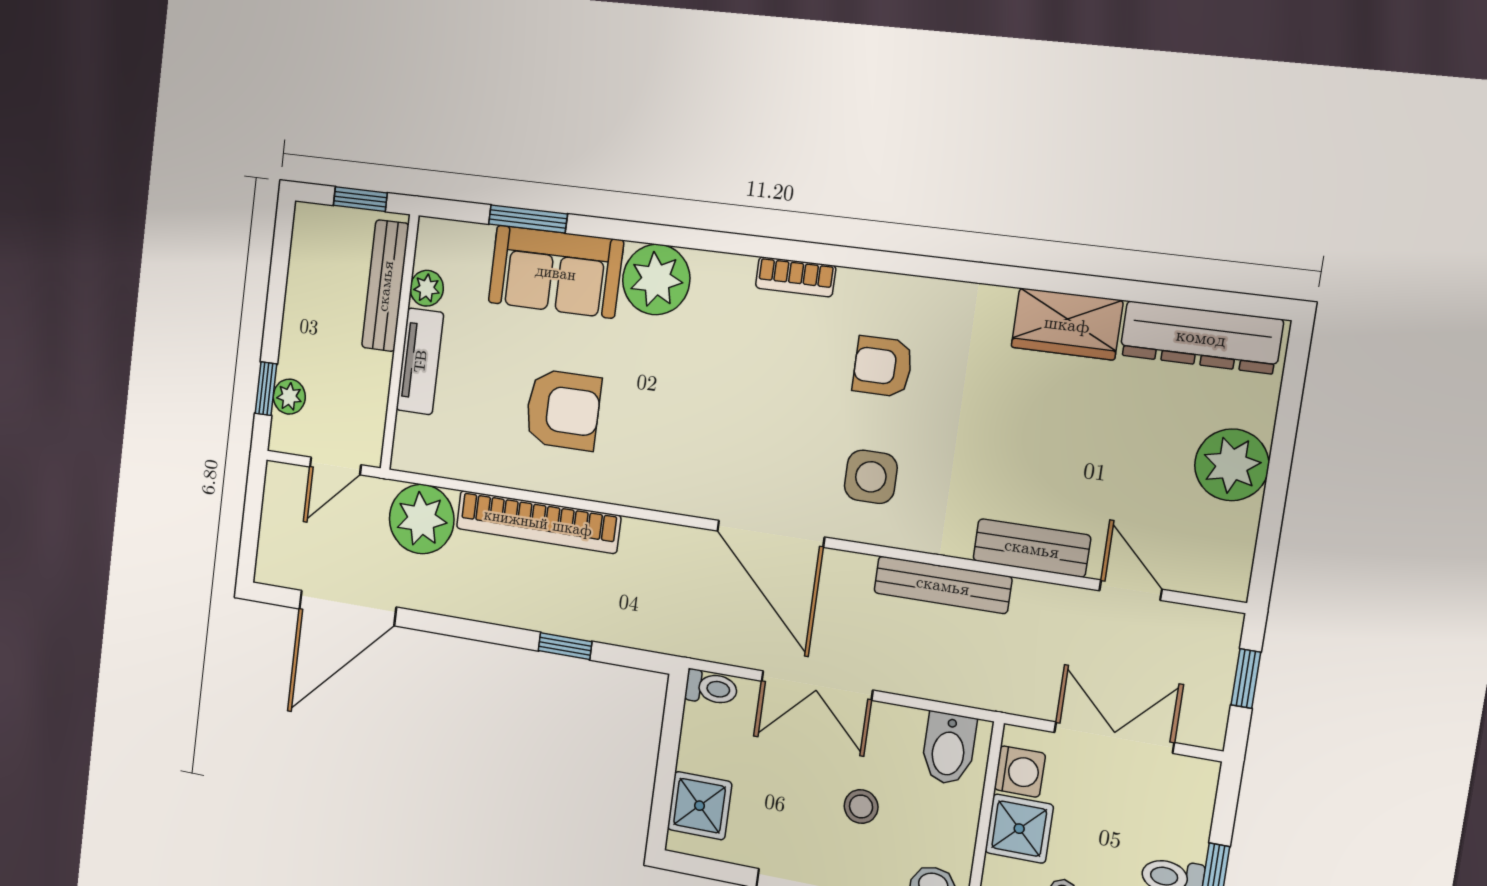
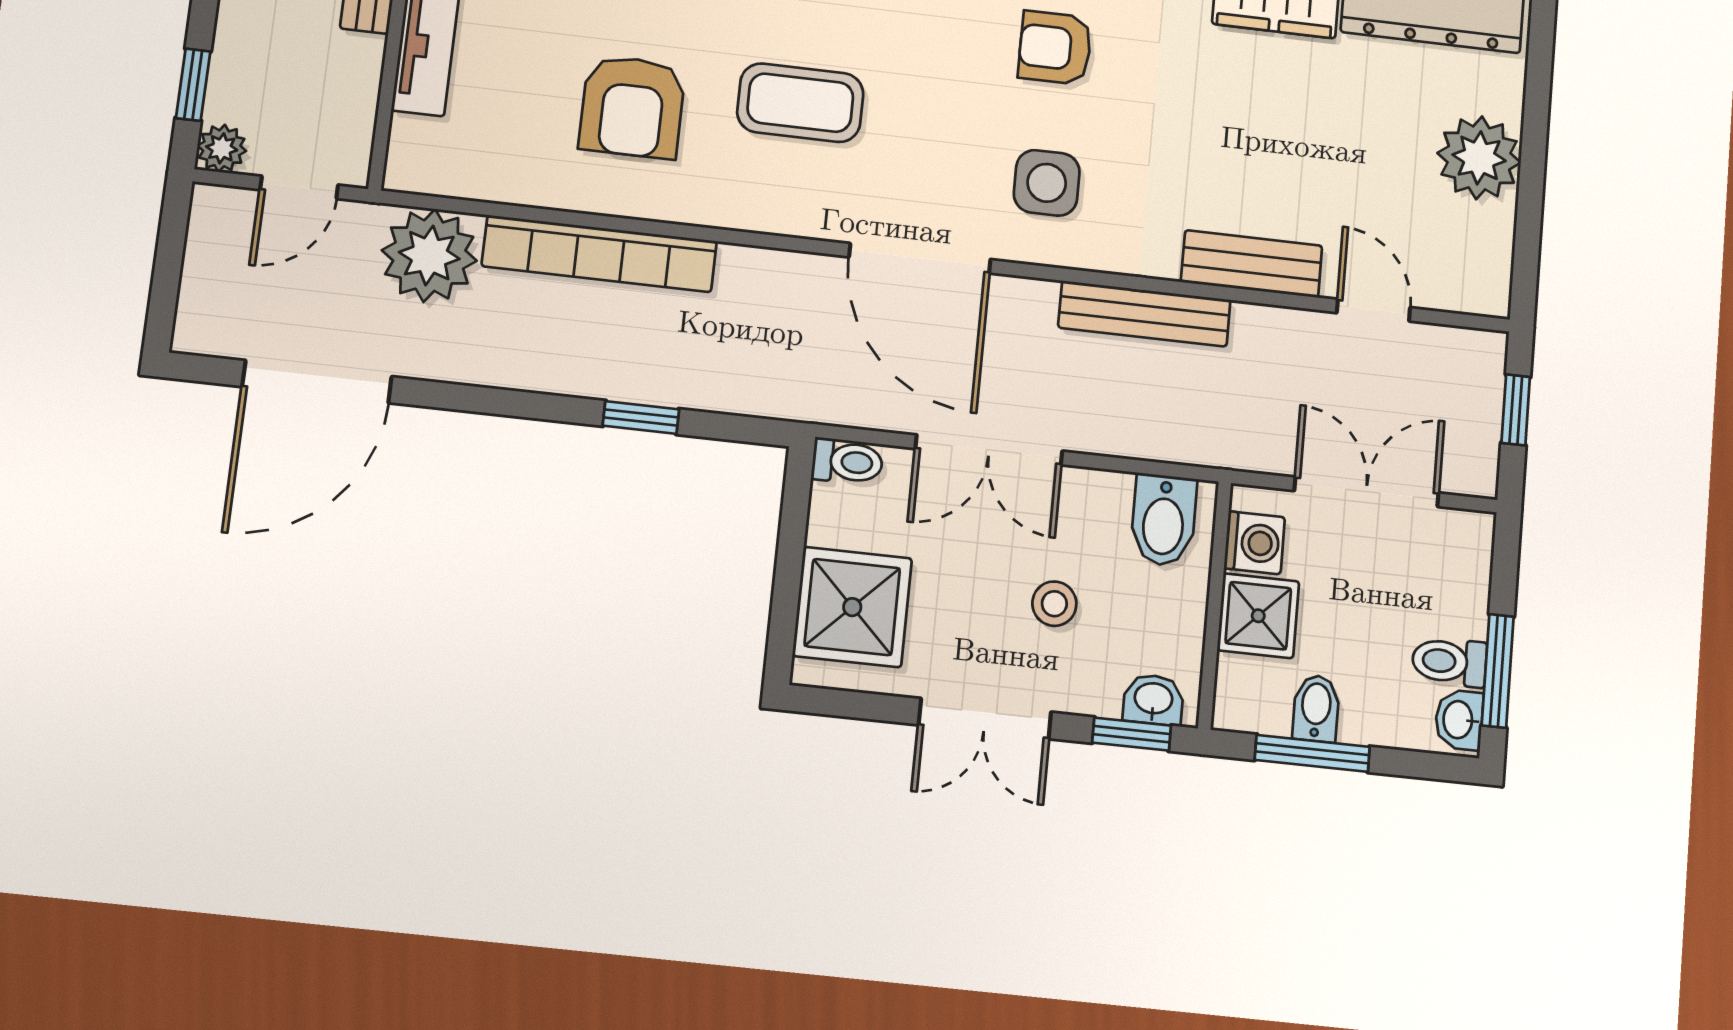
plant: (289, 397) -> (222, 148), moved
coffee table: (685, 409) -> (800, 103), added
armchair: (563, 410) -> (632, 107), turned 90
shower: (700, 806) -> (852, 607), width x1.36, depth x1.36

